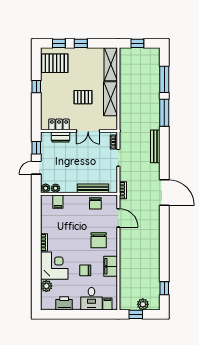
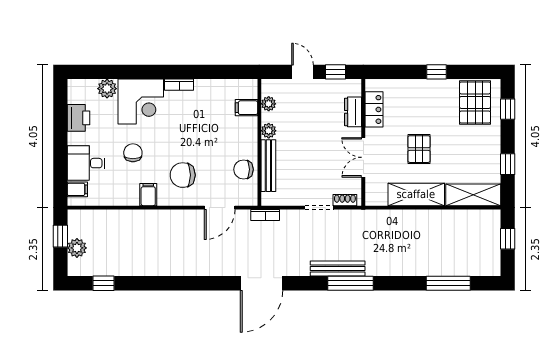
window: (81, 43) -> (508, 164), moved
window: (164, 113) -> (350, 283), moved
plant: (46, 188) -> (269, 131), moved
filing cabinet: (111, 266) -> (148, 195), width x0.50

